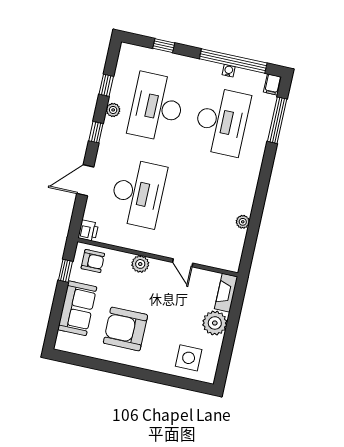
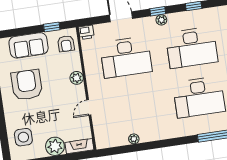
desk: (157, 107) -> (192, 48), turned 180
plant: (113, 110) -> (161, 20), moved

